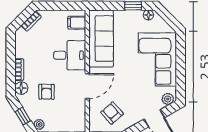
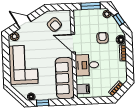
door: (87, 86) -> (73, 43), hinge flipped

